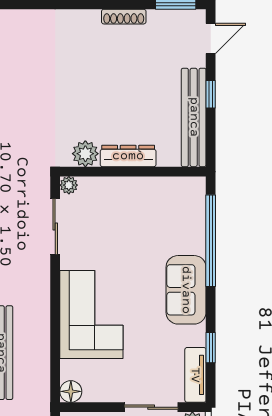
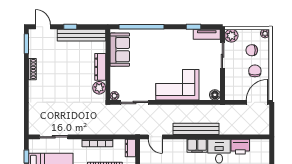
sofa: (186, 290) -> (120, 50), moved, turned -90

